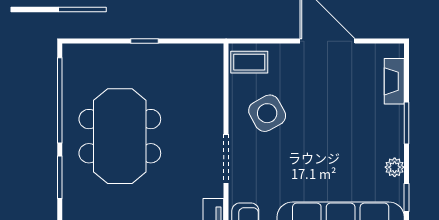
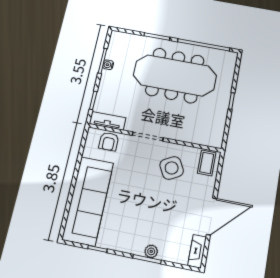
fireplace: (394, 81) -> (197, 251), moved, turned -90
meeting table: (120, 136) -> (175, 75), width x1.36
plant: (395, 167) -> (151, 251), moved

